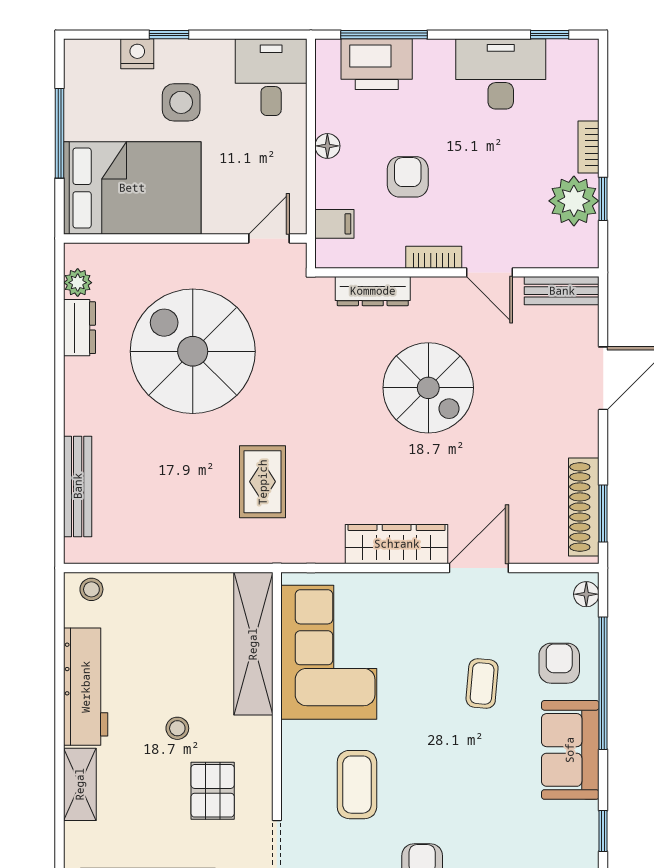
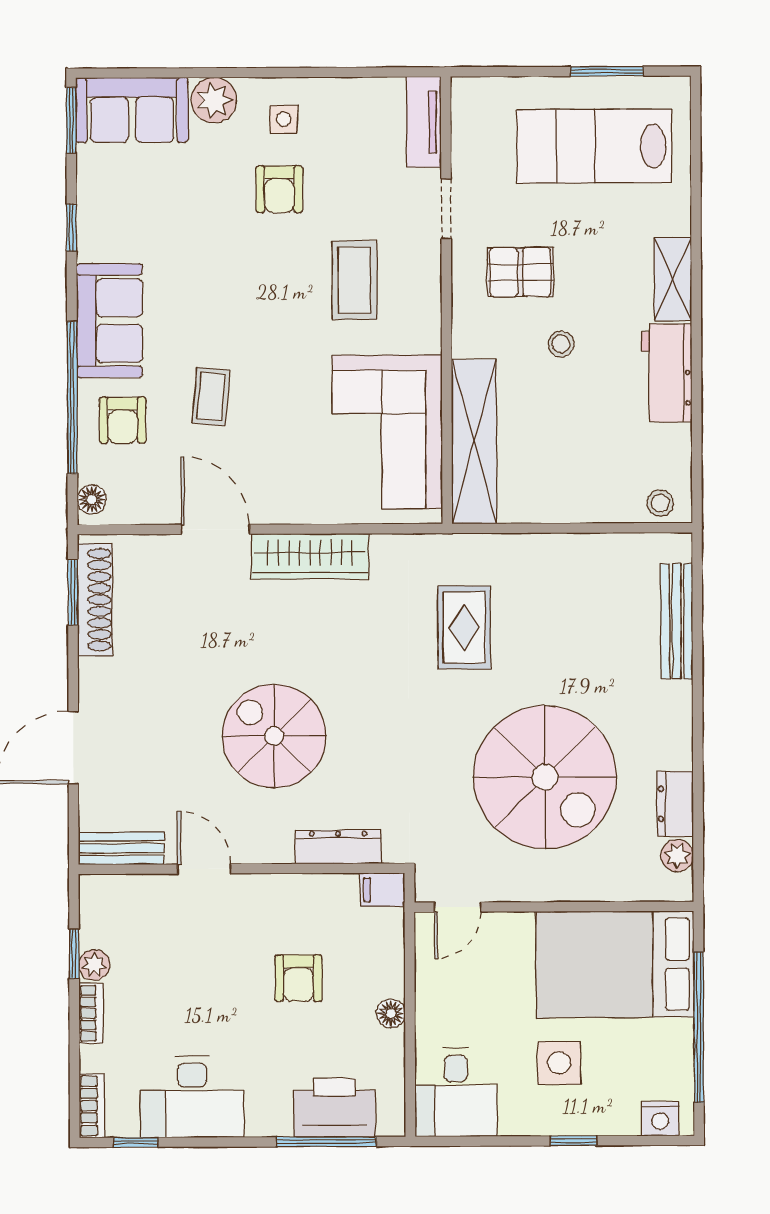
nightstand: (137, 54) -> (660, 1119), moved
window: (59, 133) -> (699, 1027), width x1.46
plant: (574, 201) -> (94, 965), width x0.53, depth x0.53
filing cabinet: (334, 224) -> (383, 890), moved
bookcase: (434, 257) -> (92, 1106), moved, turned -90
door: (479, 568) -> (215, 529), swing flipped
workbench: (86, 687) -> (666, 373), width x0.73
pallet: (213, 791) -> (520, 272), turned 90

